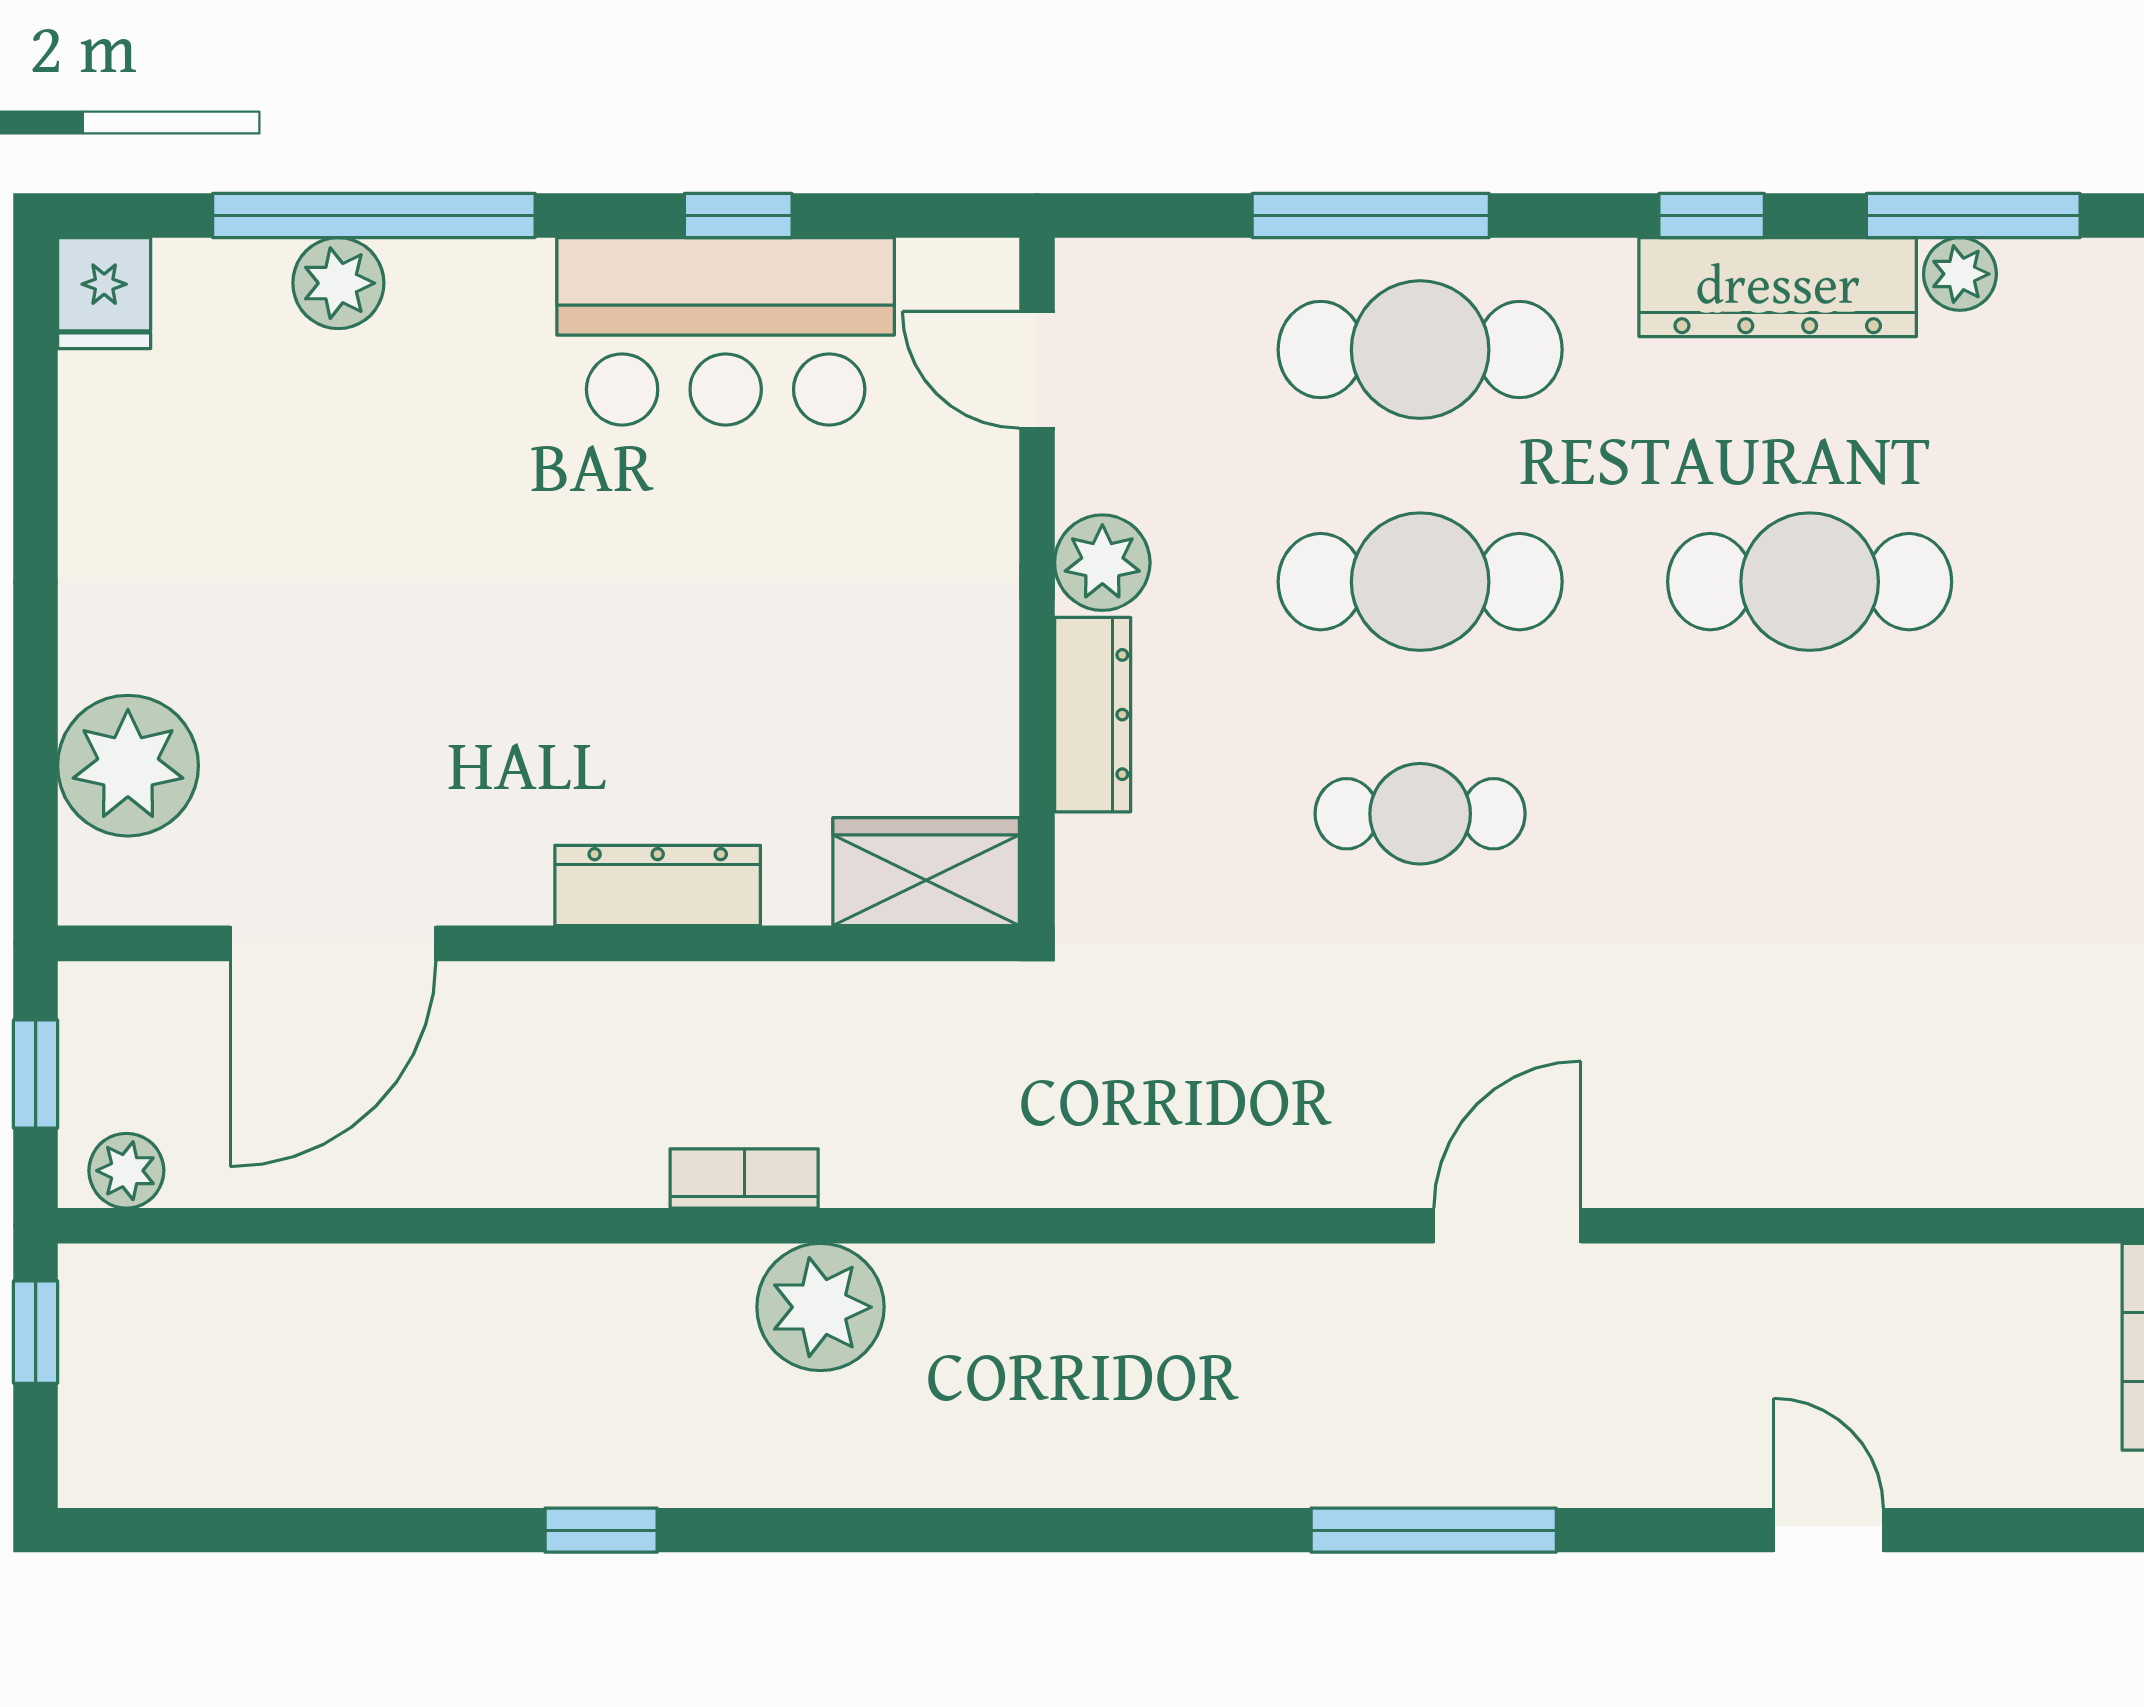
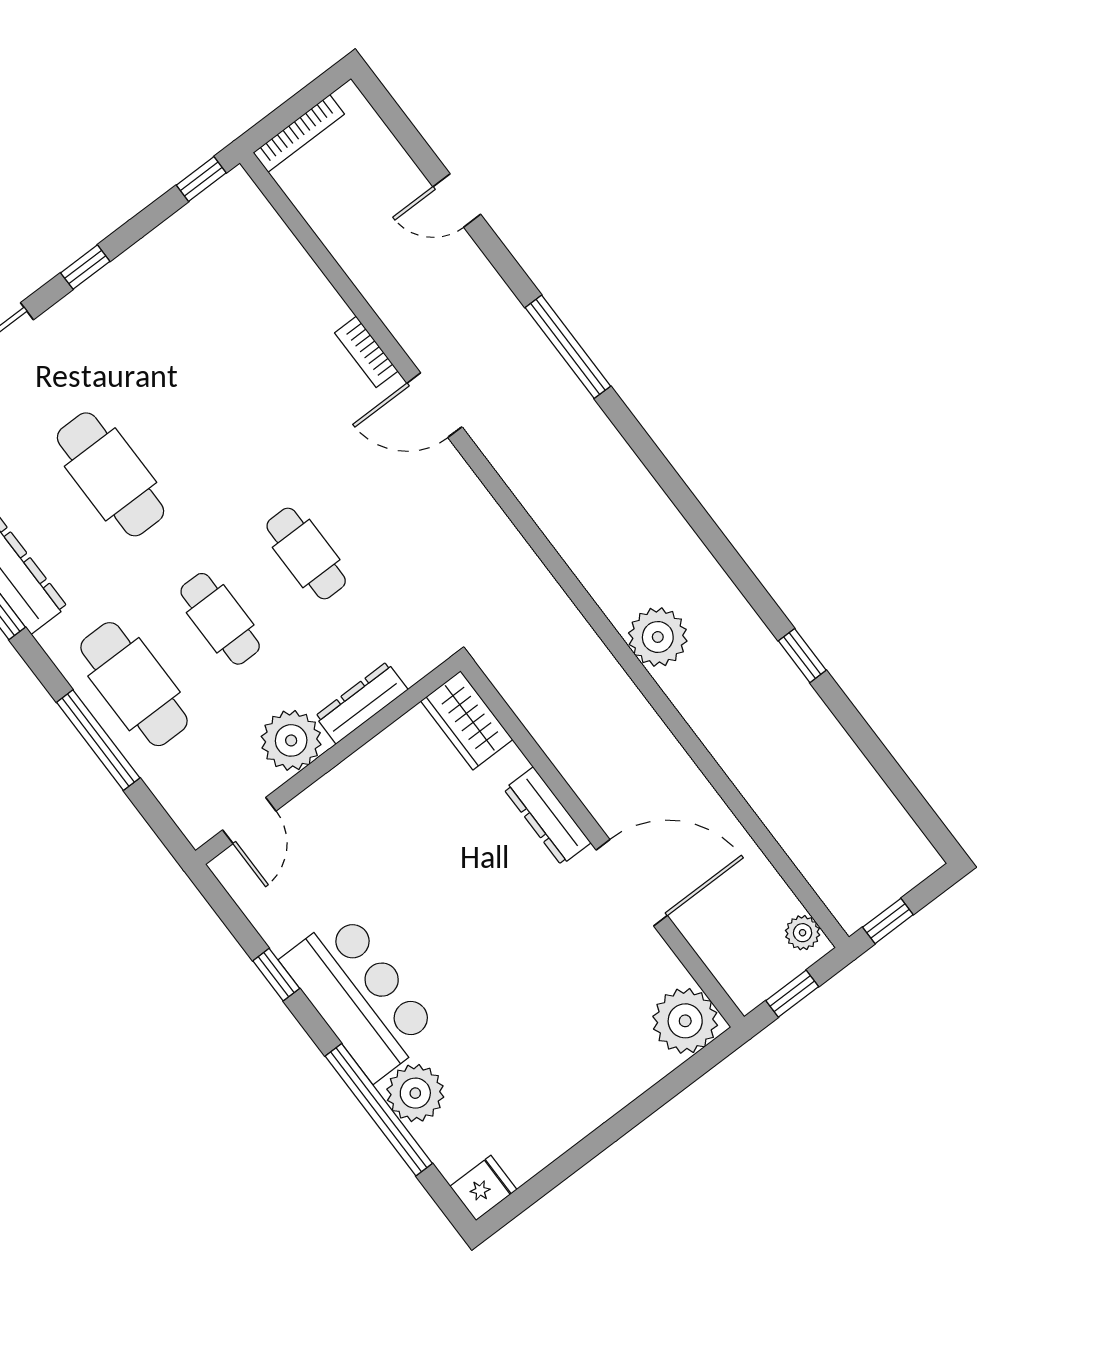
plant: (338, 283) -> (415, 1093), width x1.36, depth x1.36
bar counter: (726, 331) -> (360, 996), moved
plant: (1102, 563) -> (291, 740), width x1.36, depth x1.36
cafe table: (1420, 582) -> (220, 619), width x0.73, depth x0.74
plant: (128, 766) -> (685, 1021), moved
door: (333, 943) -> (632, 883), moved
bookcase: (744, 1178) -> (366, 352), moved
door: (1828, 1530) -> (457, 200), hinge flipped

